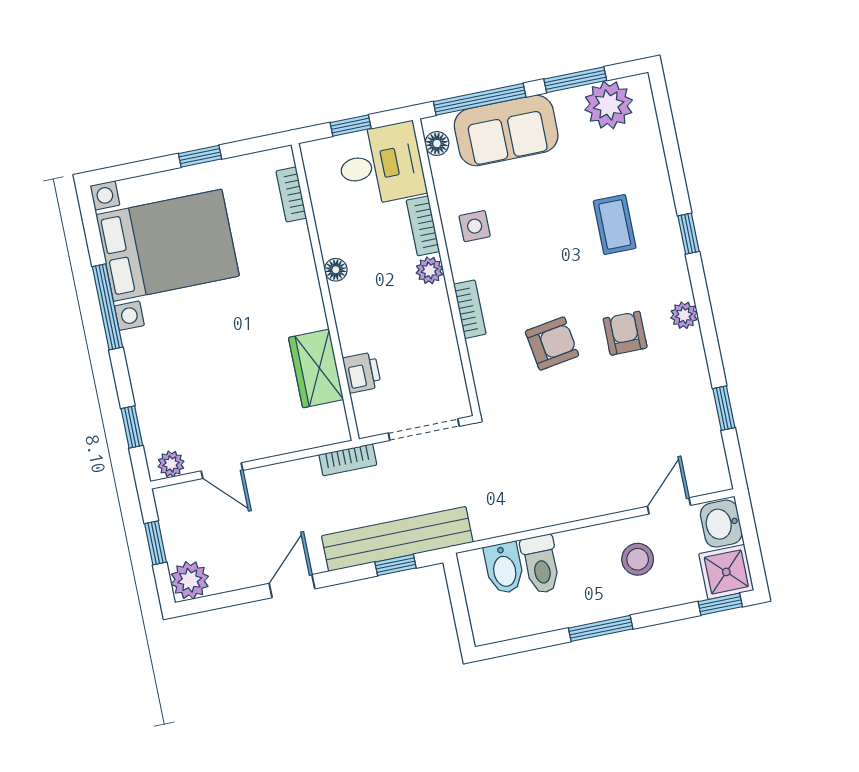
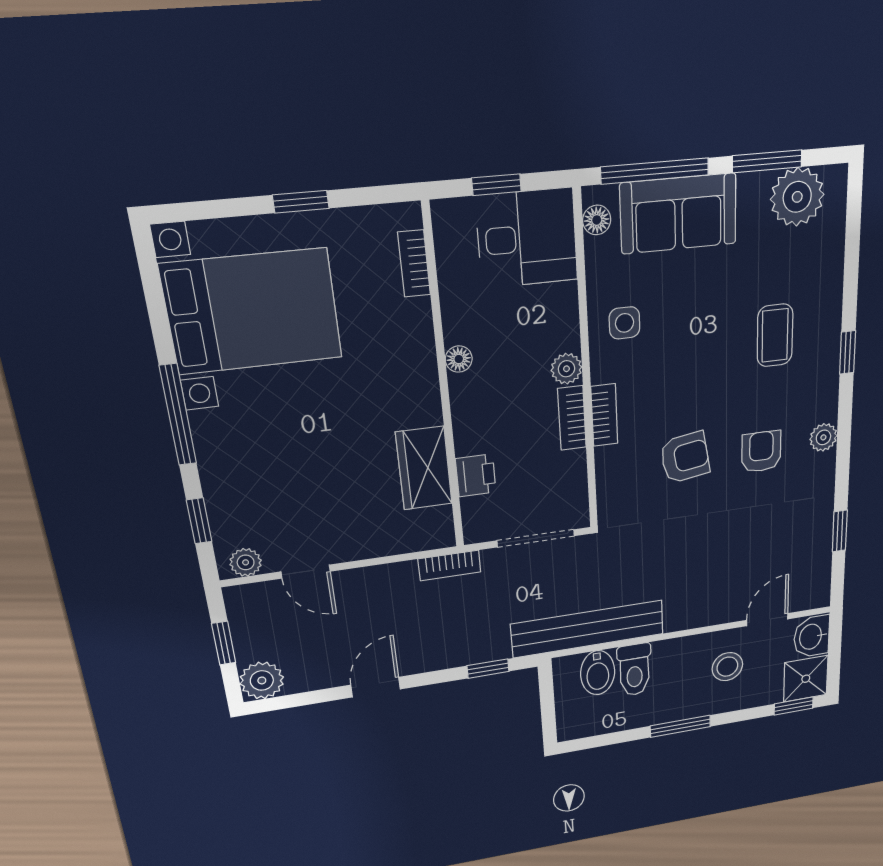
bookcase: (423, 226) -> (572, 418), moved
window: (107, 307) -> (178, 415), moved
bench: (397, 539) -> (588, 629), moved

